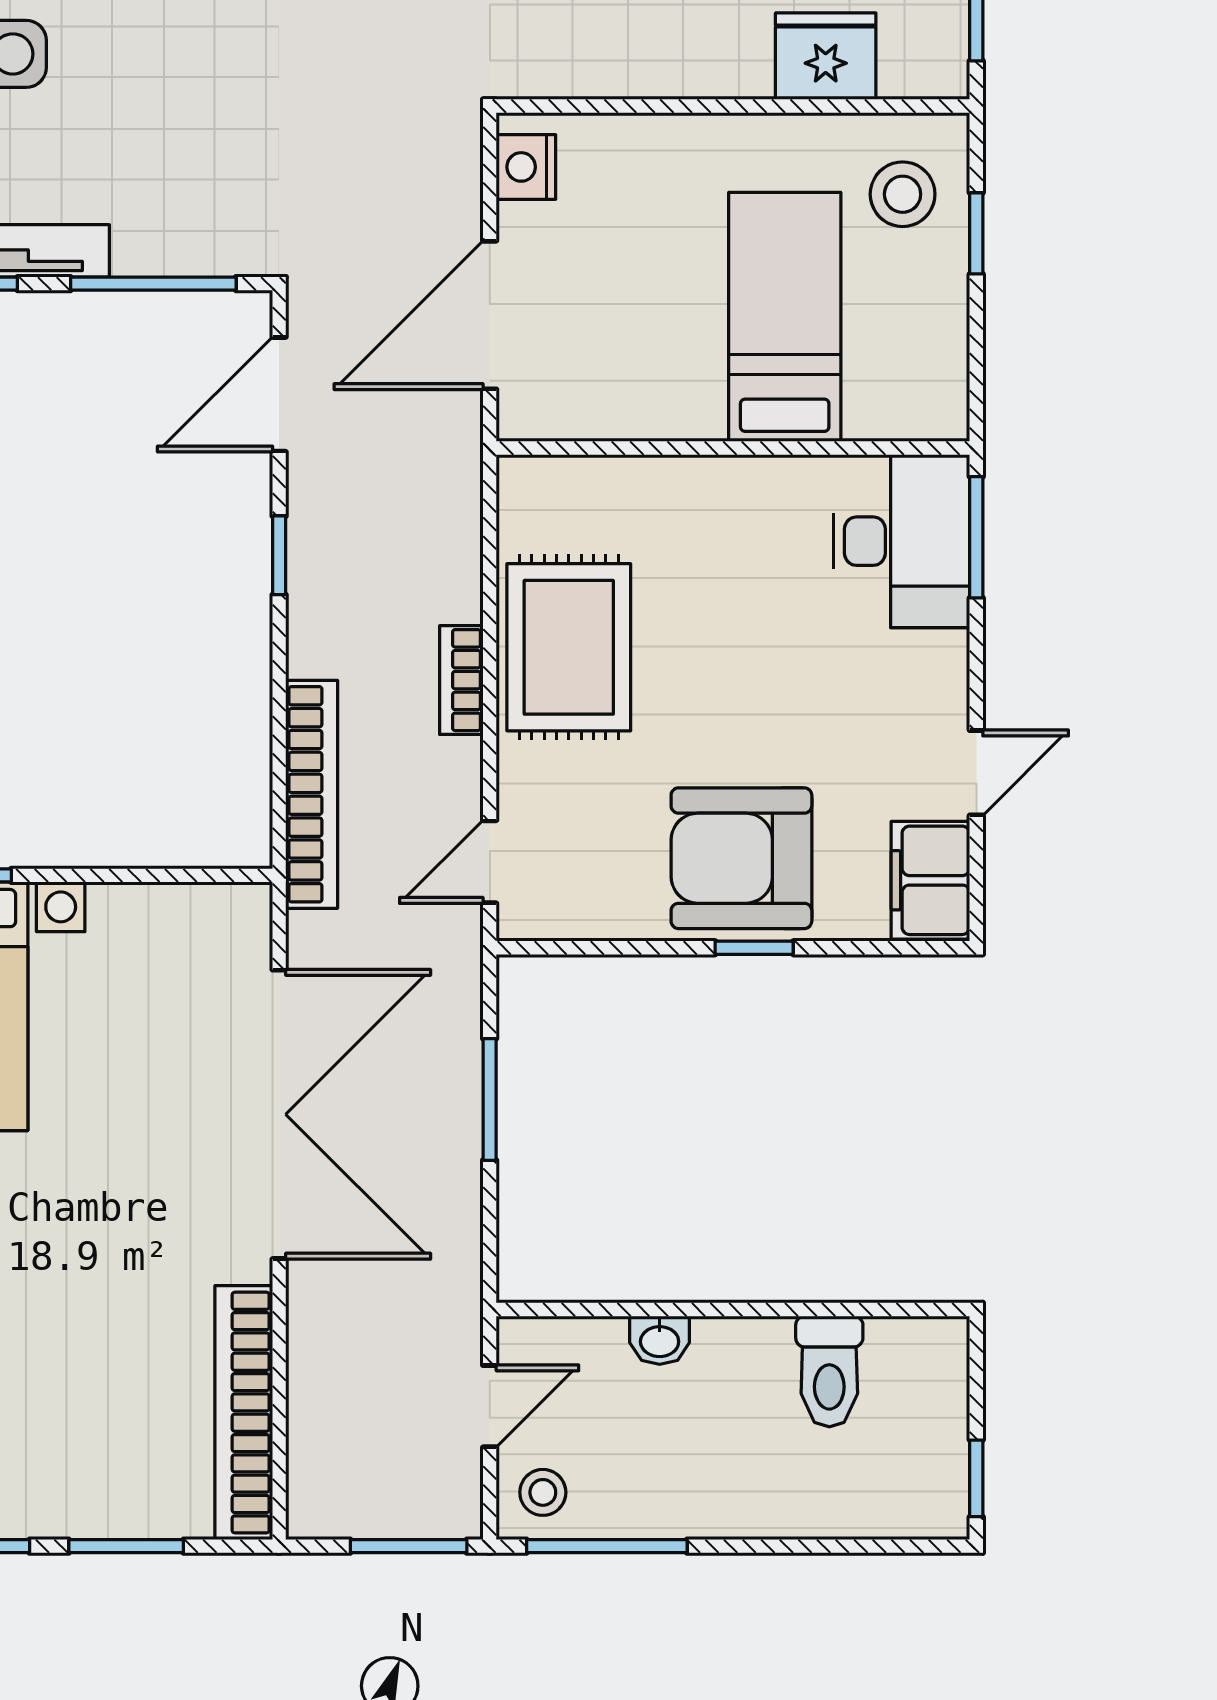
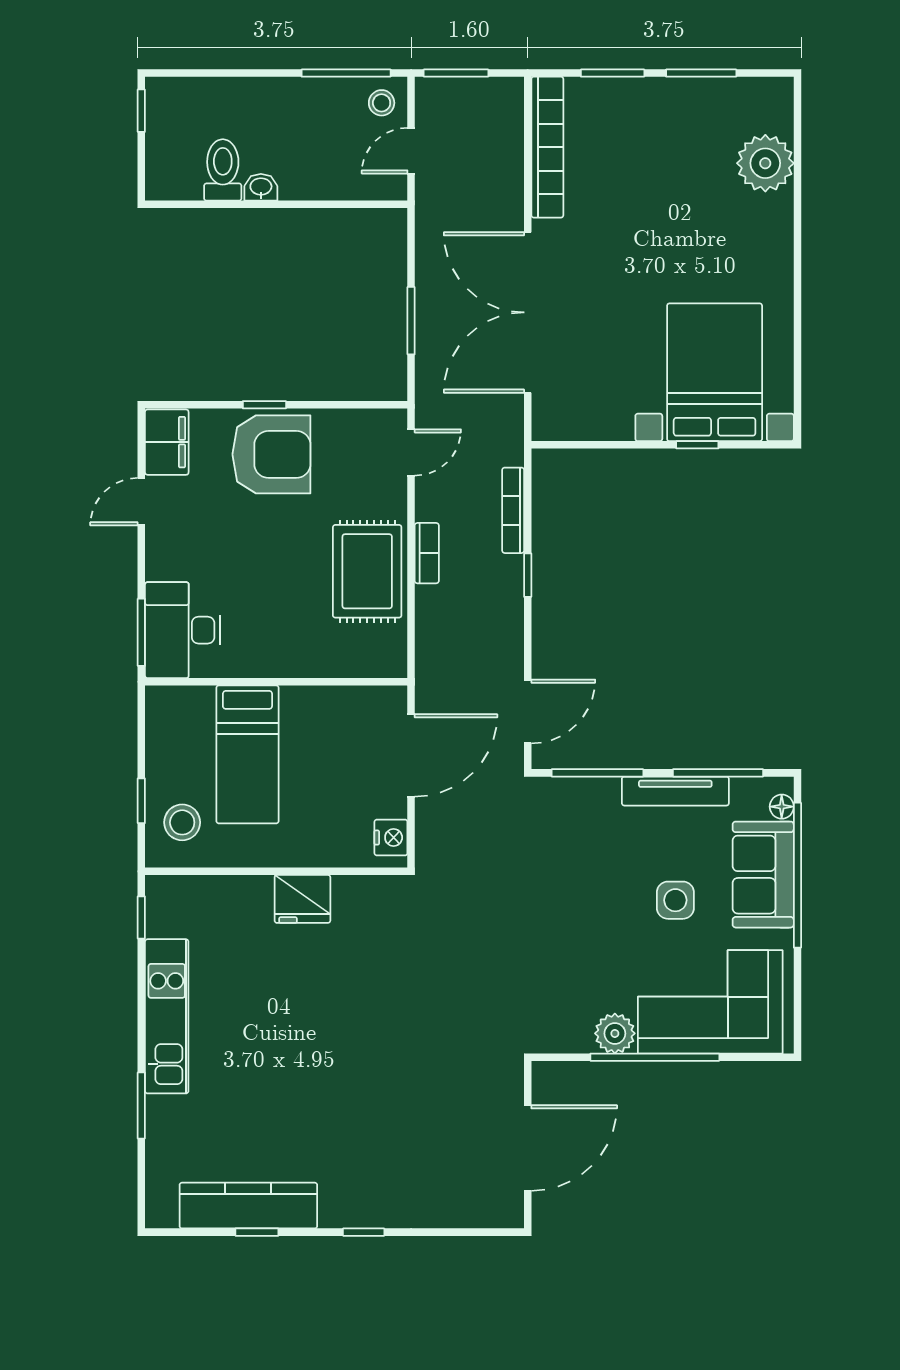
fridge: (826, 56) -> (302, 899), moved
window: (279, 555) -> (528, 575), moved
bookcase: (312, 794) -> (513, 510), width x0.68, depth x0.76
washbasin: (660, 1340) -> (261, 187), moved

